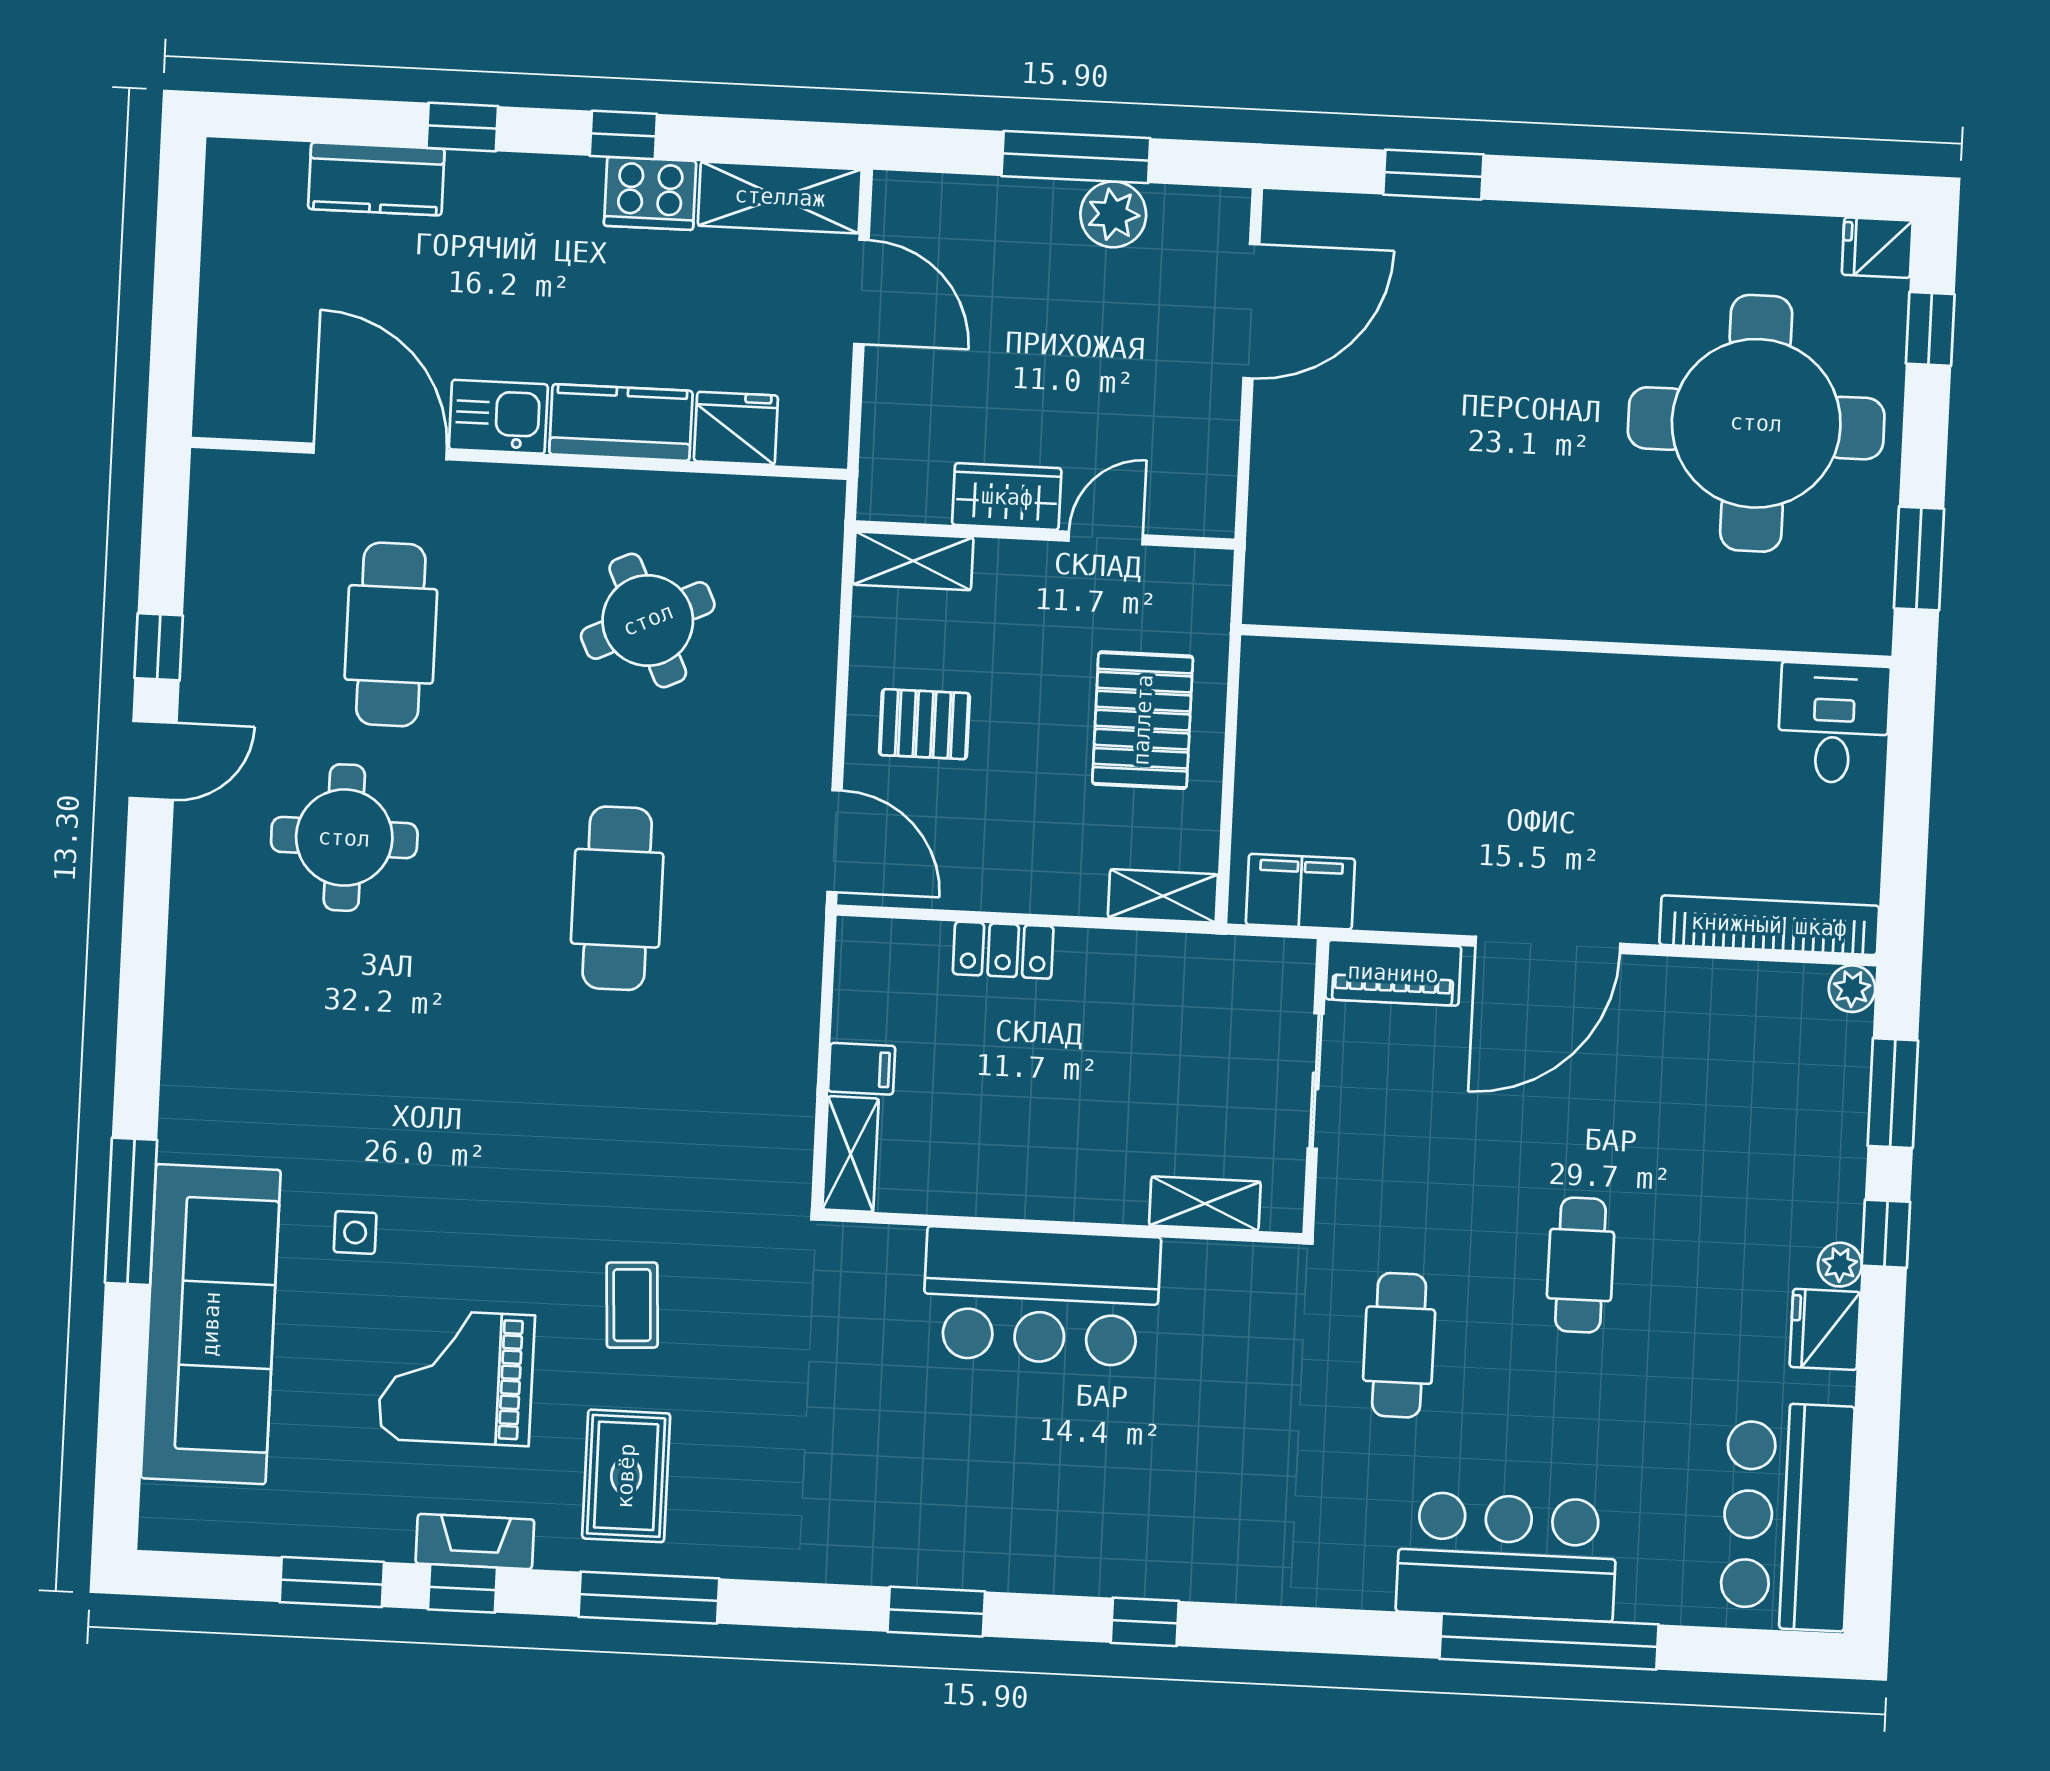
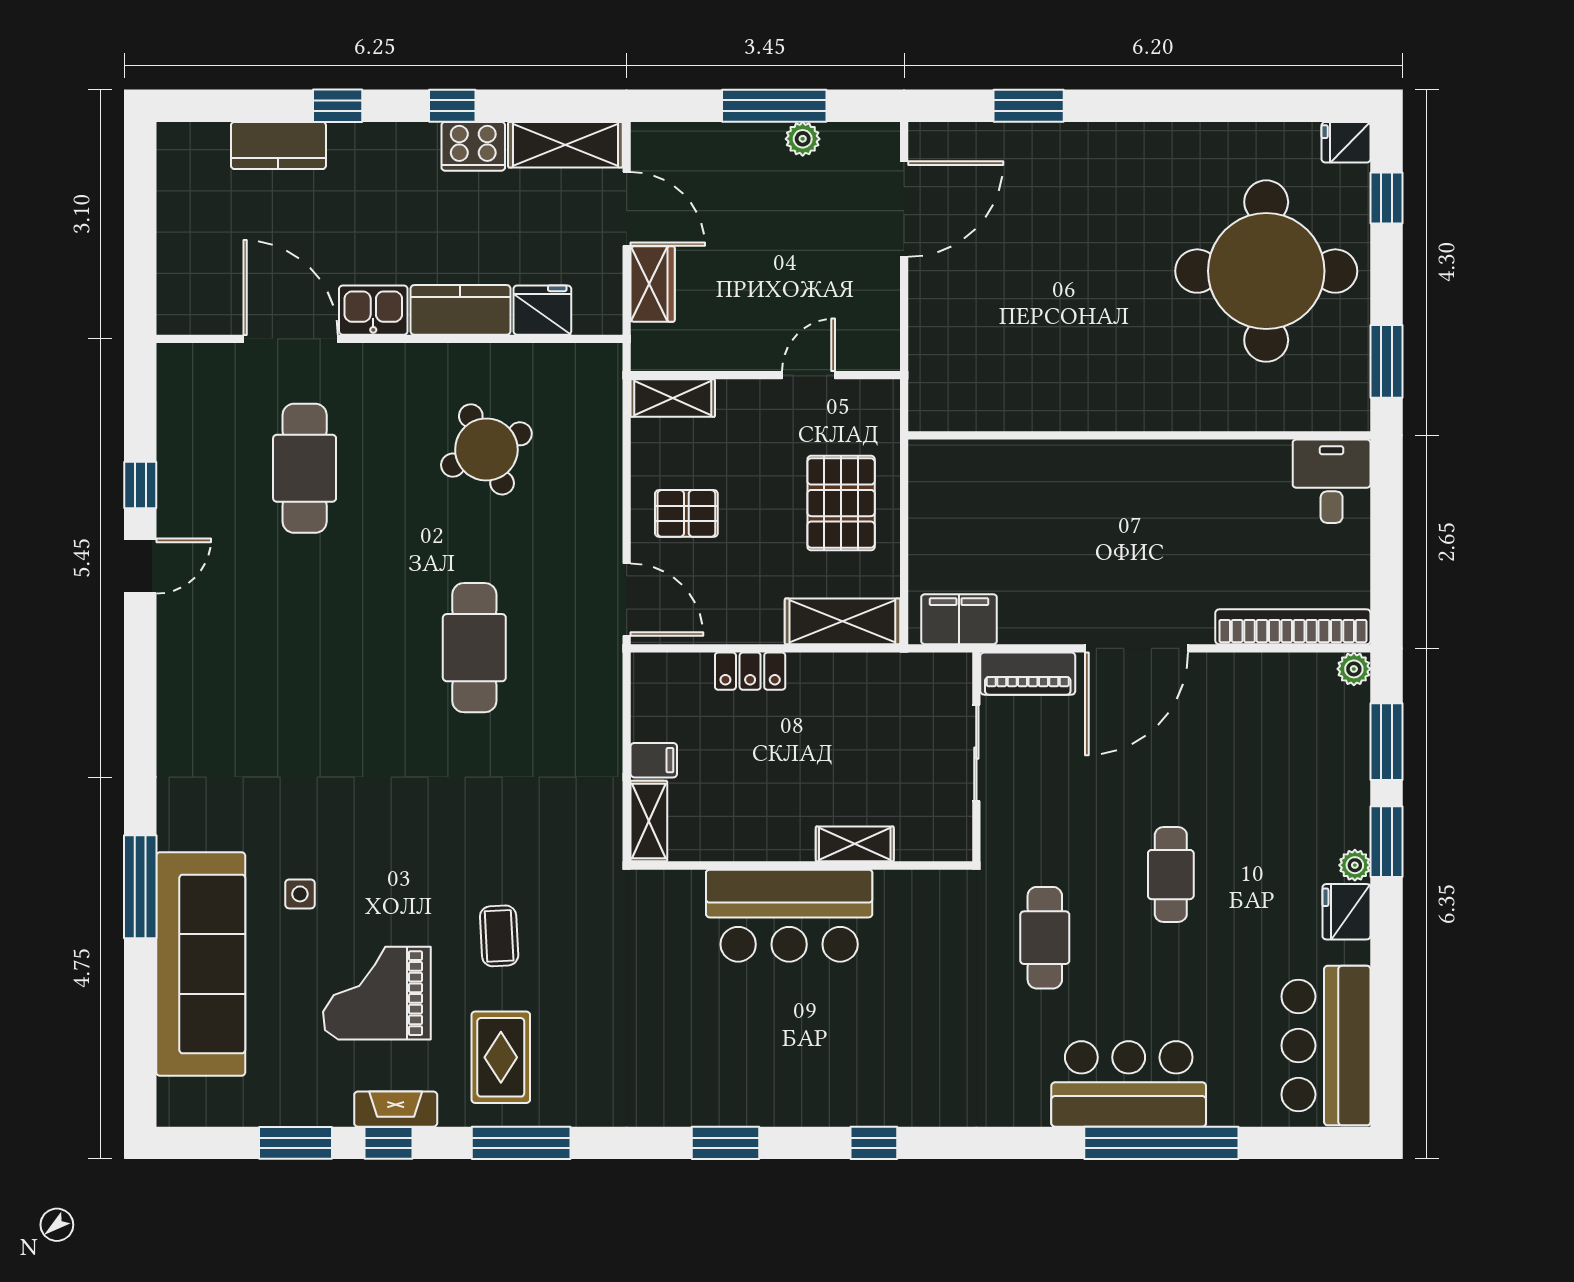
plant: (1113, 214) -> (803, 139), width x0.73, depth x0.73
wardrobe: (1007, 497) -> (653, 284), moved, turned 90
round table: (344, 838) -> (279, 614), removed
shelving: (1163, 896) -> (842, 621), width x1.50, depth x1.33
shelving: (1205, 1204) -> (855, 844), moved
window: (1886, 1234) -> (1386, 842), width x1.50

